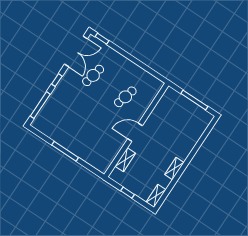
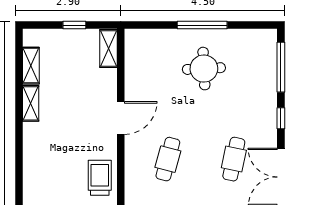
trolley: (165, 110) -> (100, 178), added
round table: (78, 129) -> (204, 69), added
shelving: (125, 160) -> (109, 49), moved
shelving: (156, 196) -> (31, 66), moved

